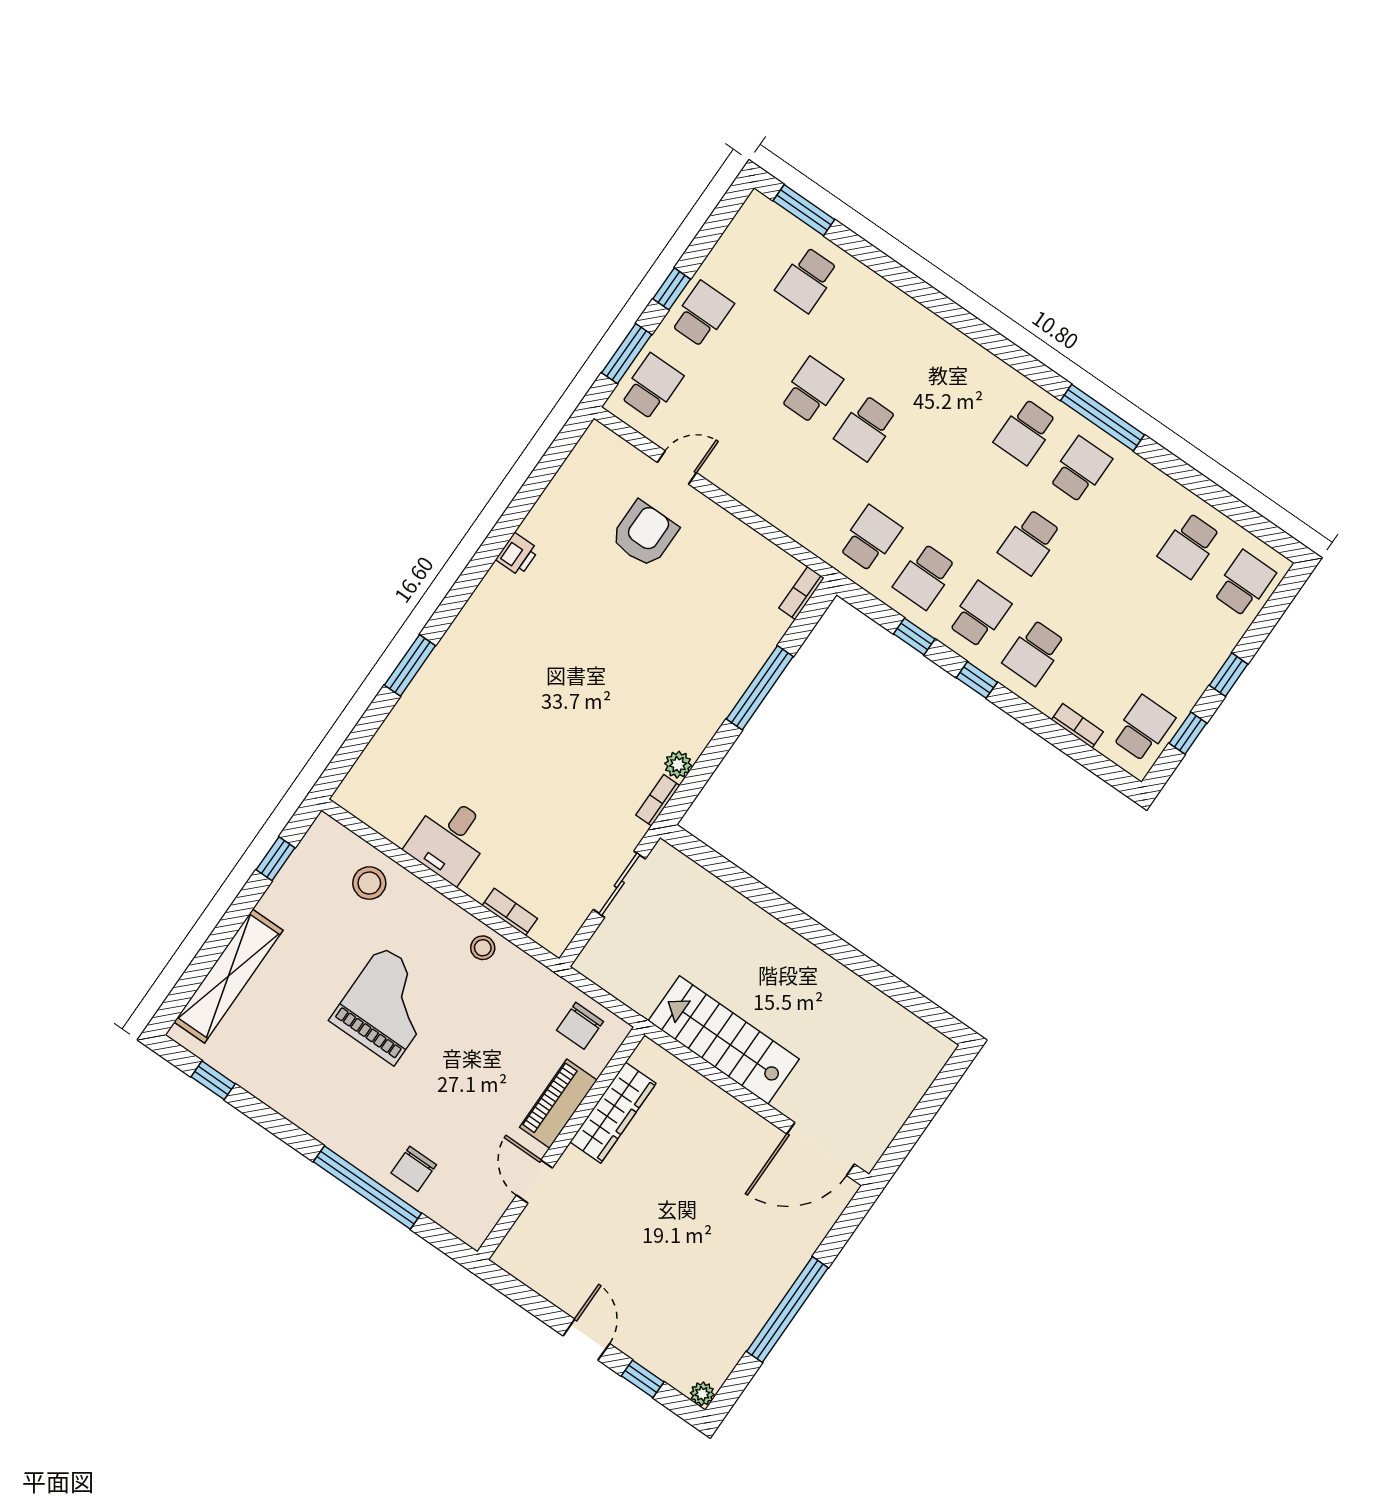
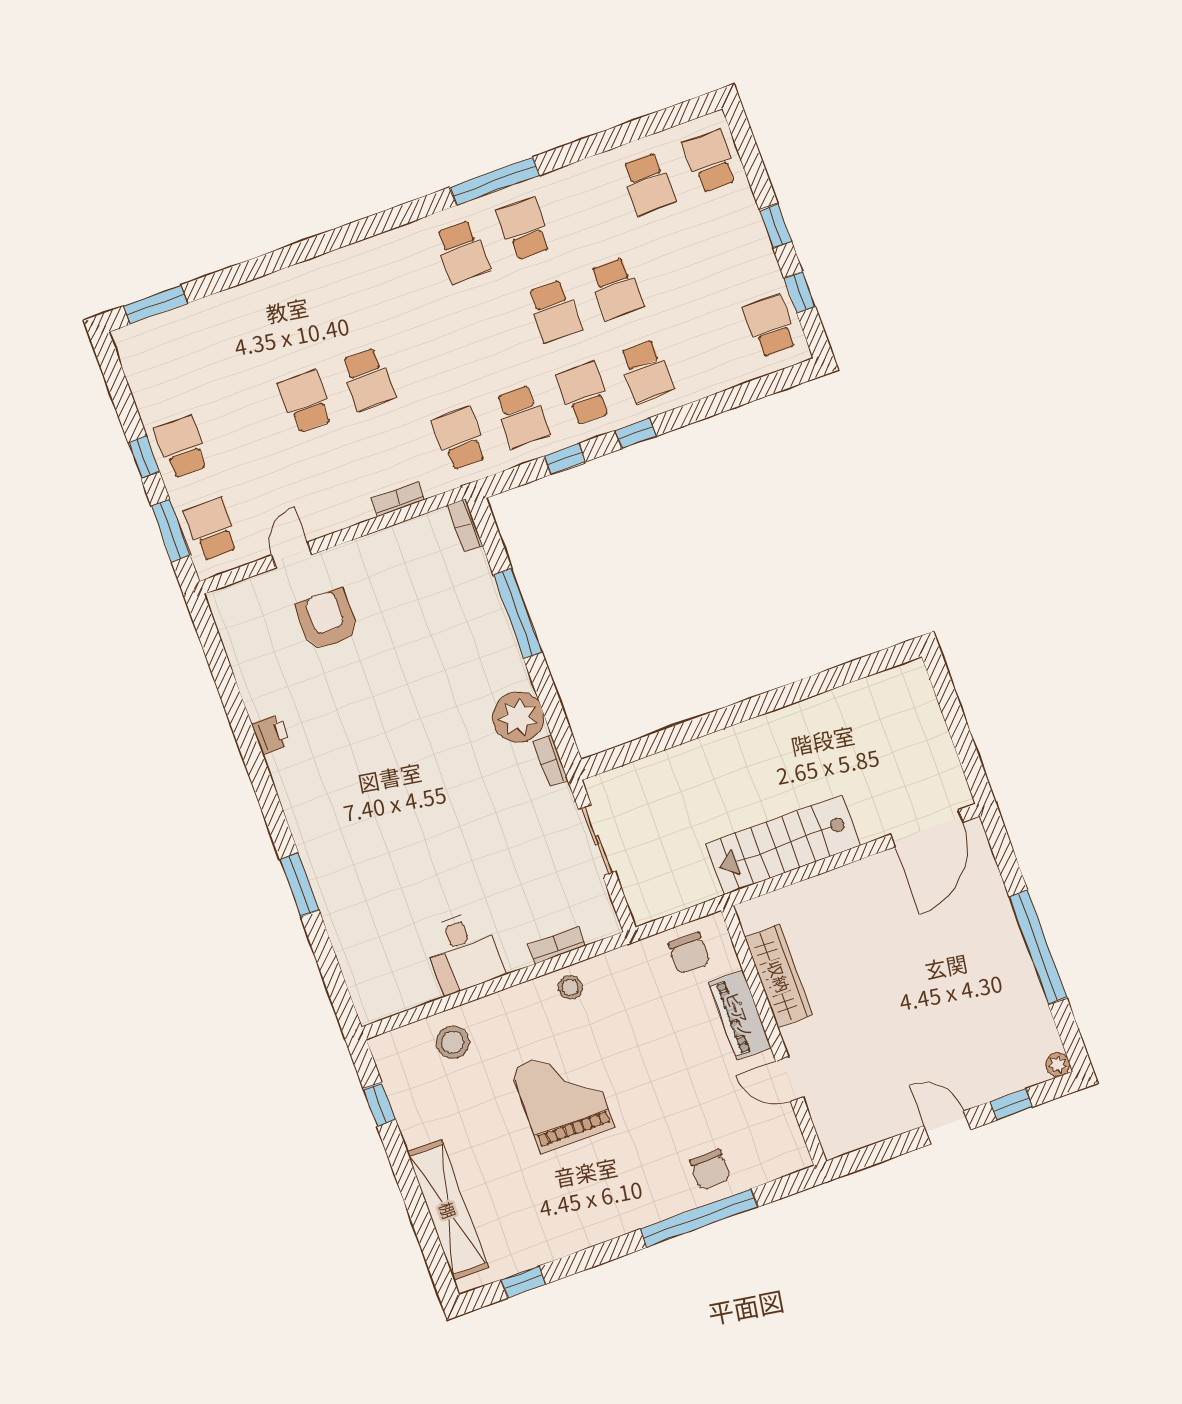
school desk: (807, 280) -> (616, 289), moved
bookcase: (1077, 726) -> (398, 499), moved
plant: (678, 765) -> (518, 717), width x1.88, depth x1.88

